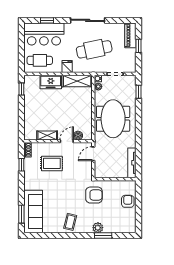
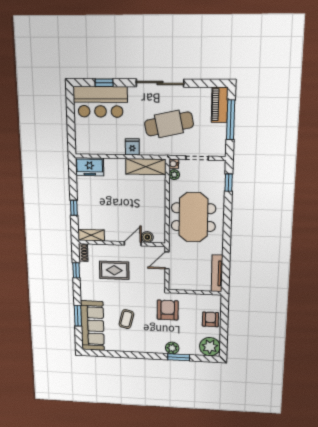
window: (139, 46) -> (231, 120), width x2.17
cafe table: (40, 60) -> (96, 138), removed
freezer: (51, 82) -> (90, 167), moved
window: (21, 89) -> (74, 208), moved
shelving: (47, 135) -> (91, 235), moved
armchair: (94, 195) -> (168, 310), turned -90
window: (21, 214) -> (78, 316), moved
coffee table: (70, 222) -> (126, 319), moved
plant: (128, 225) -> (210, 347), added

